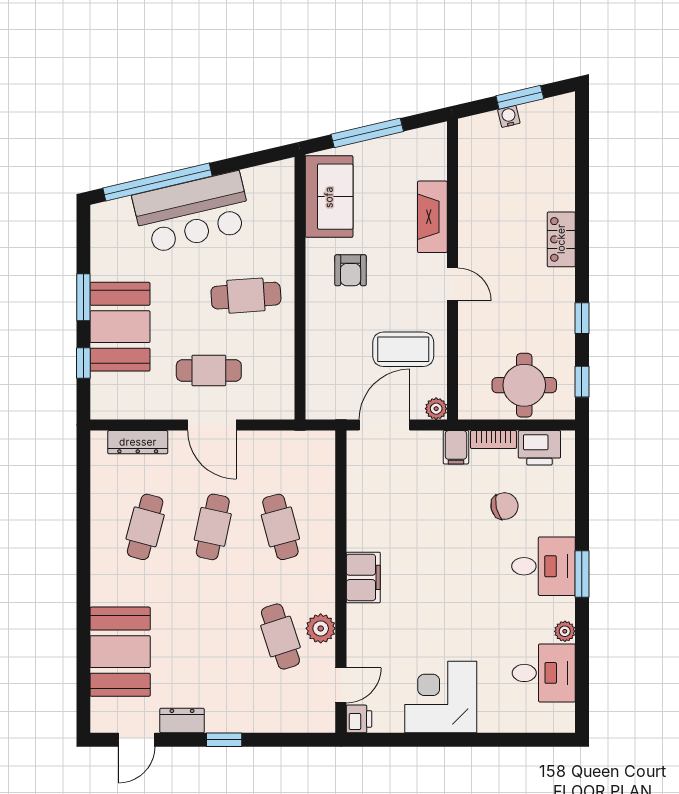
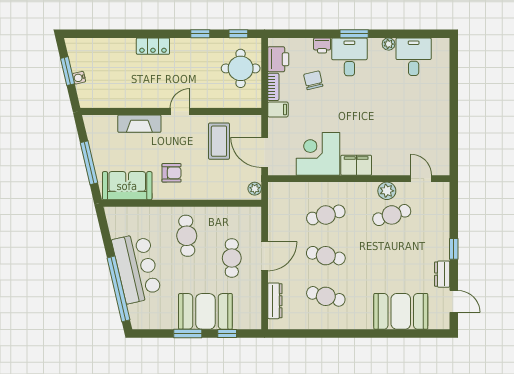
plant: (436, 409) -> (255, 189), moved
corner desk: (441, 697) -> (318, 154), moved, turned 90
printer: (359, 719) -> (322, 45), moved, turned 180

